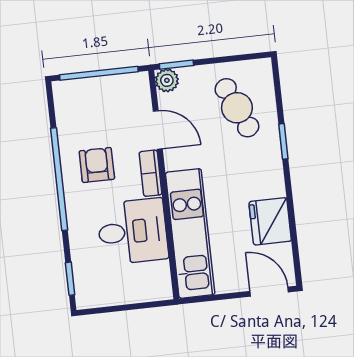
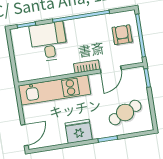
plant: (167, 80) -> (138, 73), removed
armchair: (97, 165) -> (122, 35), moved, turned -90
fridge: (270, 221) -> (79, 131), moved
desk: (132, 231) -> (49, 42), moved, turned 180

